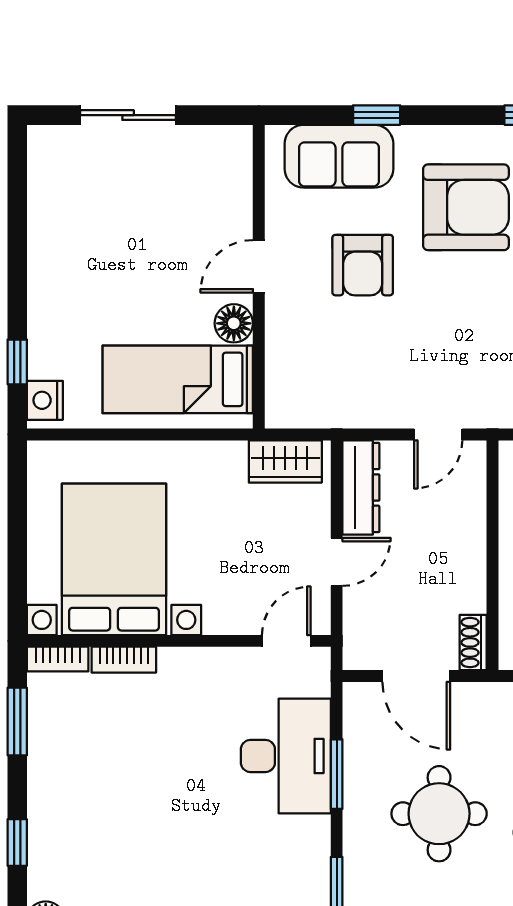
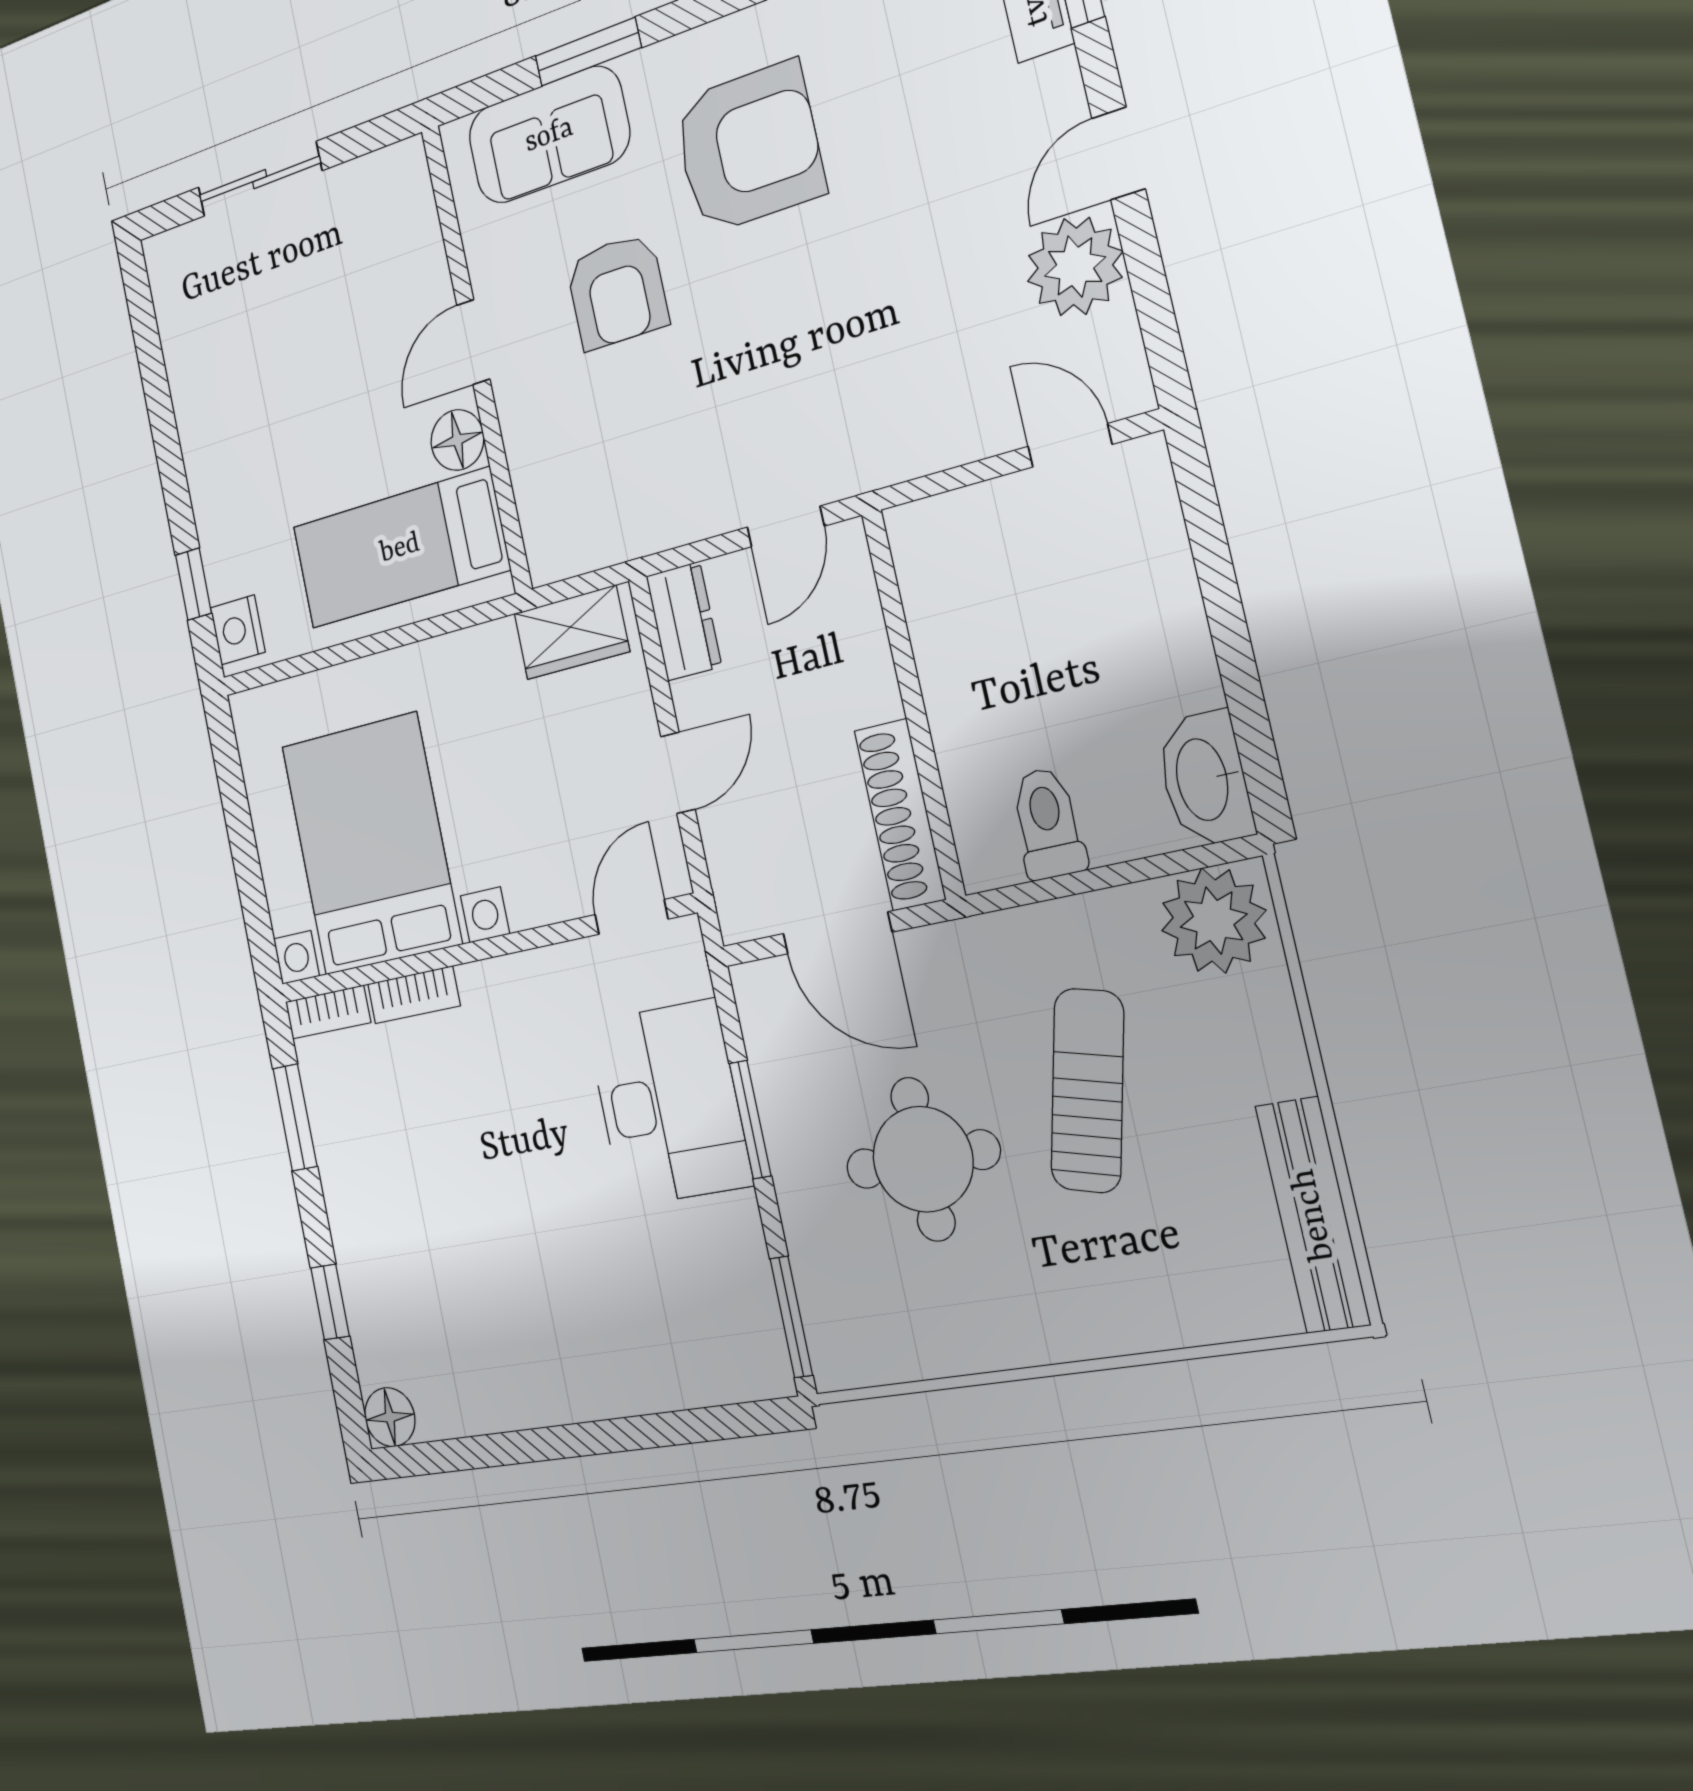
window: (377, 115) -> (588, 52), width x1.50
dresser: (361, 487) -> (684, 621), width x0.70
shoe rack: (473, 642) -> (900, 815), width x1.94, depth x1.24

